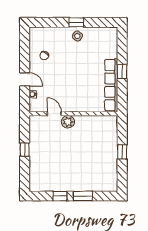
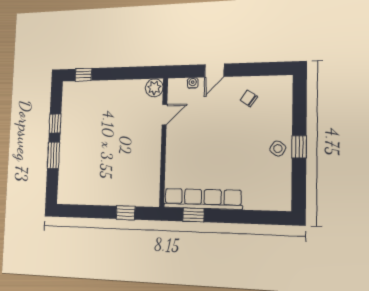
window: (122, 72) -> (193, 215), moved
plant: (68, 122) -> (154, 88), moved
window: (25, 150) -> (83, 75), moved
window: (122, 152) -> (126, 213), moved

